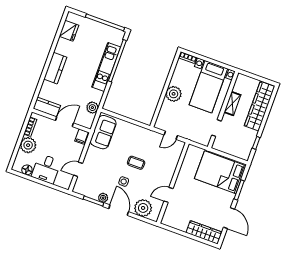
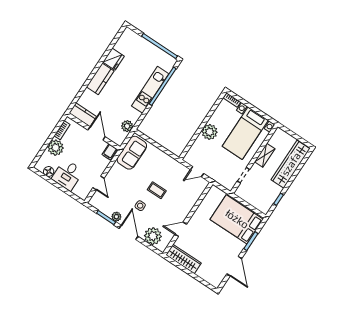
fridge: (69, 31) -> (113, 59), moved
door: (65, 122) -> (97, 133), hinge flipped
door: (78, 169) -> (99, 183), swing flipped
wardrobe: (204, 232) -> (183, 259), moved

